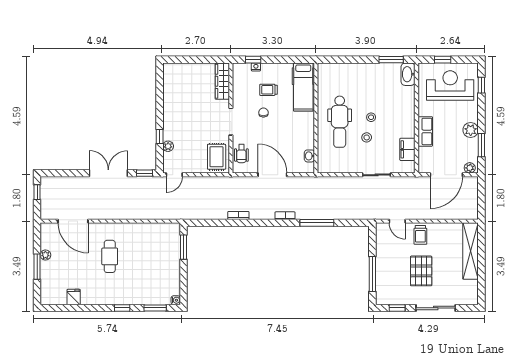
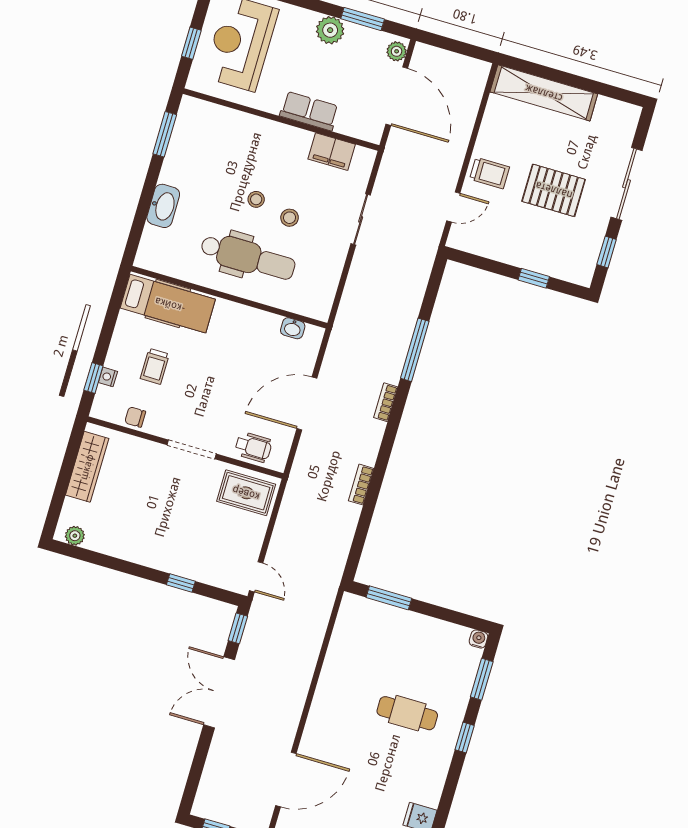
washbasin: (408, 74) -> (163, 206), moved, turned -90
wardrobe: (222, 81) -> (87, 467), moved, turned -90
chair: (263, 113) -> (135, 417), moved
plant: (168, 146) -> (75, 536), moved
cafe table: (110, 256) -> (407, 713), moved
window: (372, 274) -> (534, 278), width x0.46

